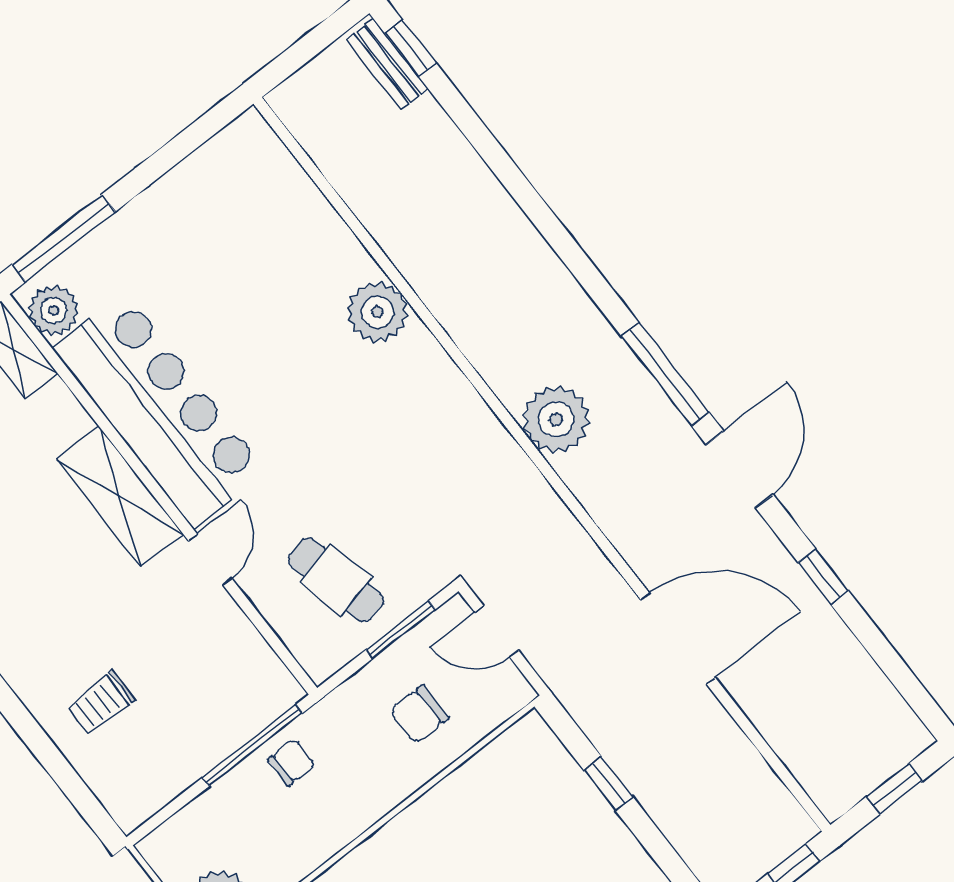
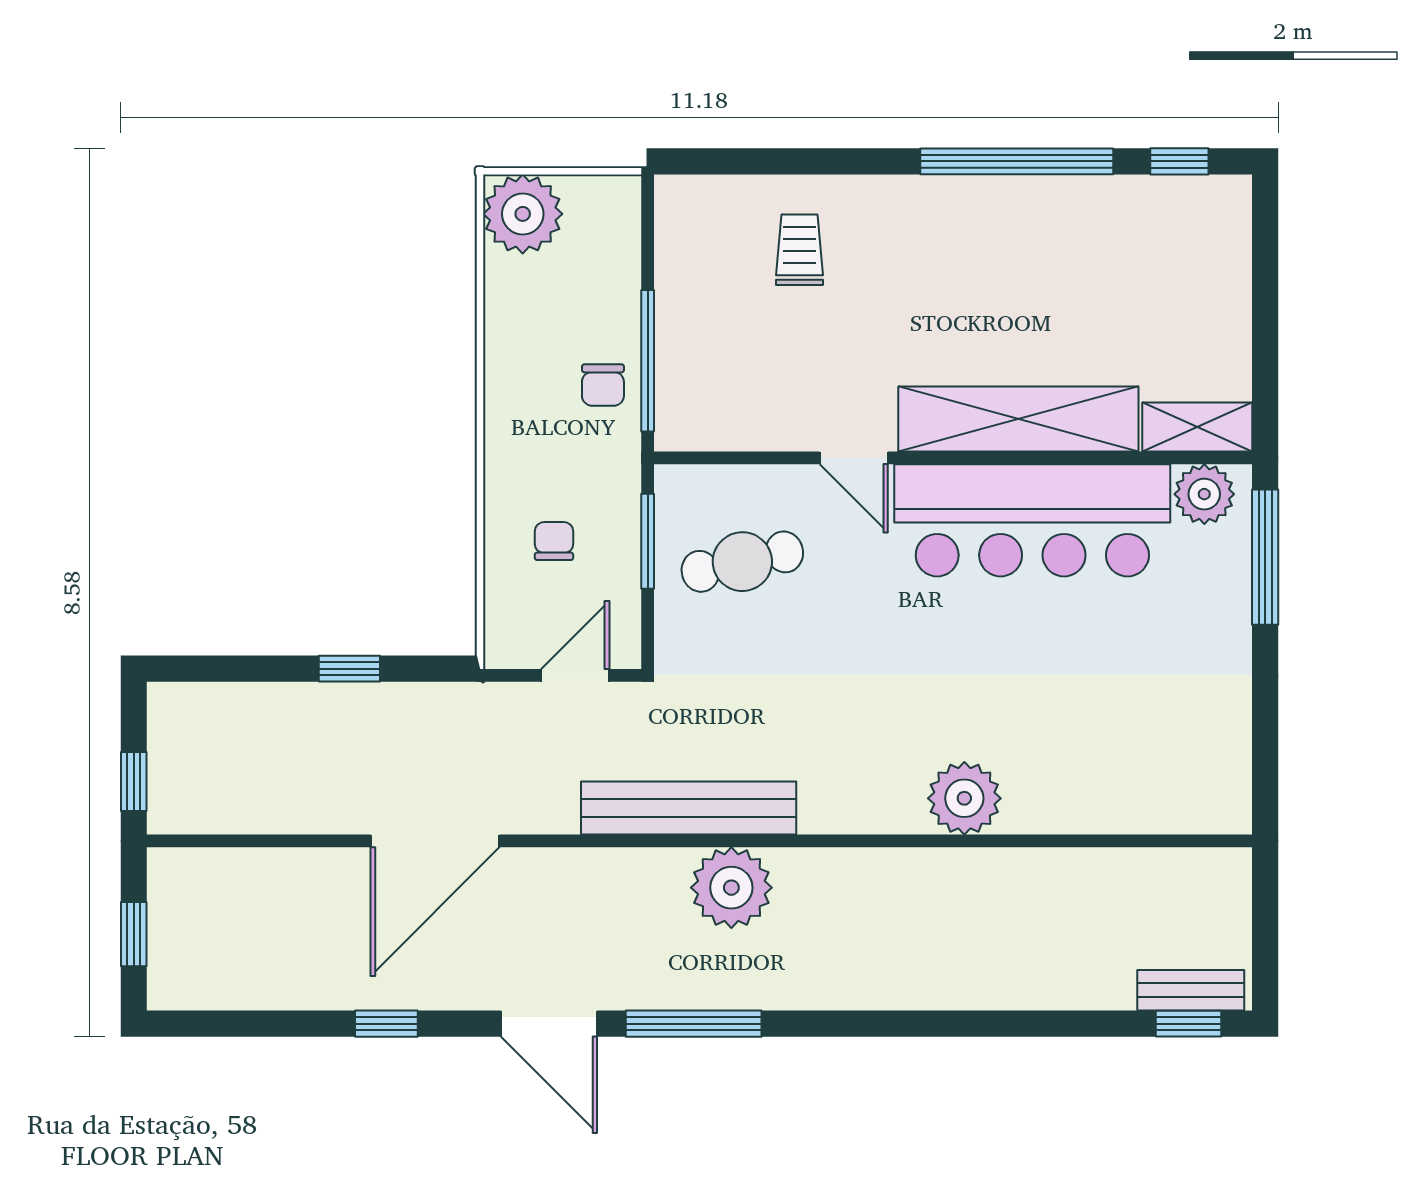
bench: (526, 488) -> (689, 808), added
shelving: (120, 497) -> (1018, 419), width x1.47
window: (400, 630) -> (648, 541), moved
chair: (419, 714) -> (554, 541), width x0.73, depth x0.73

